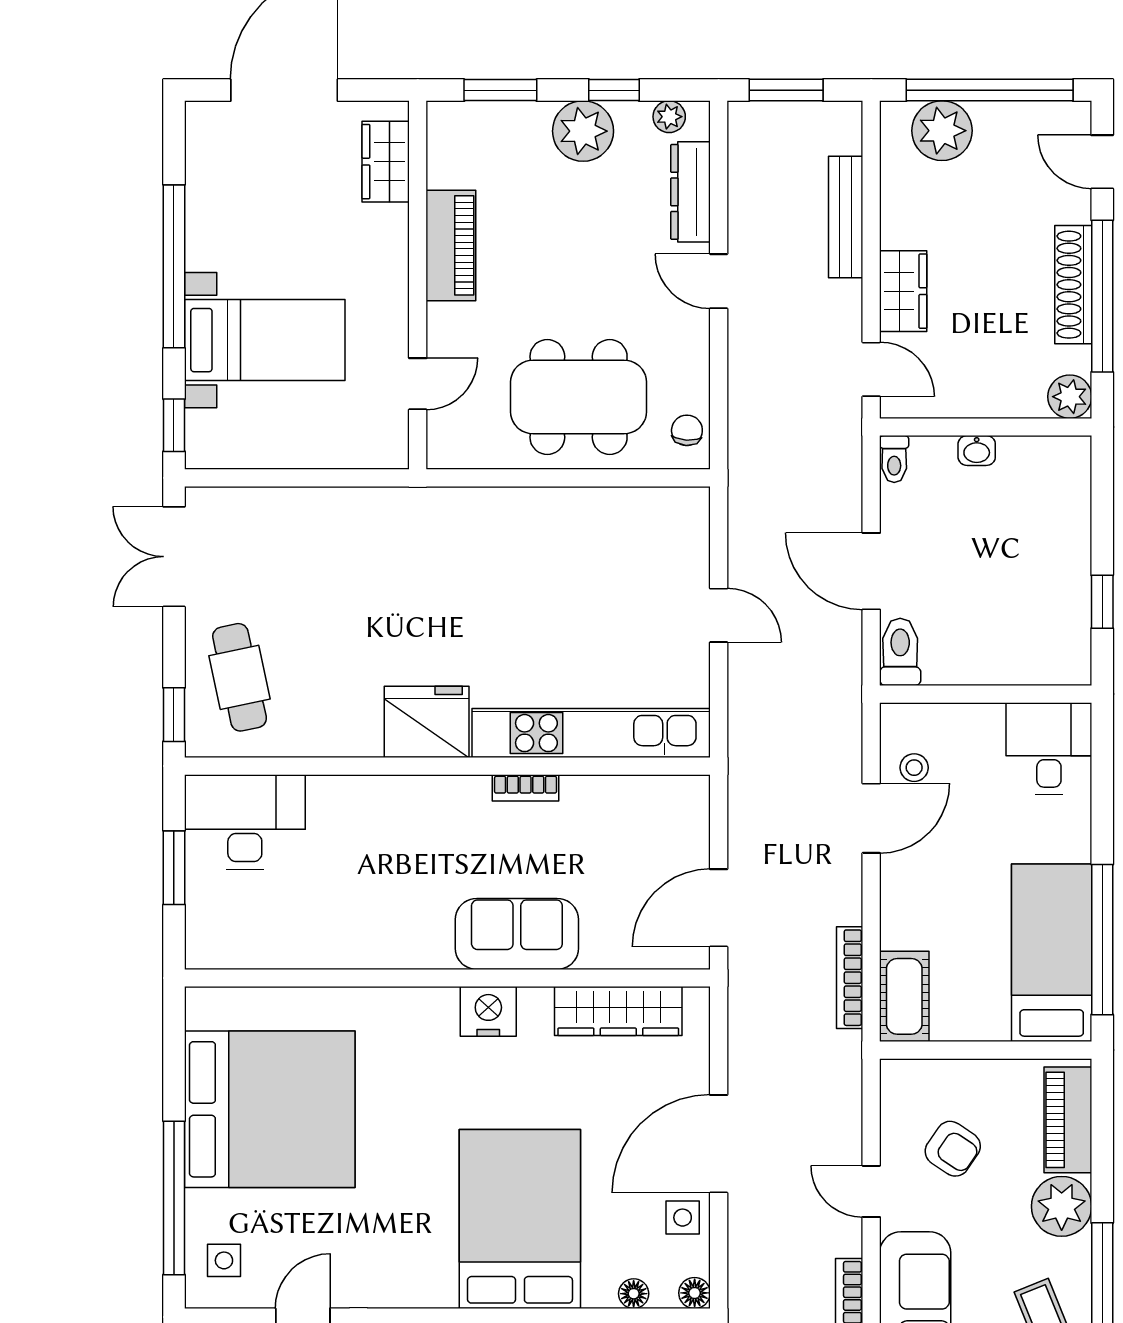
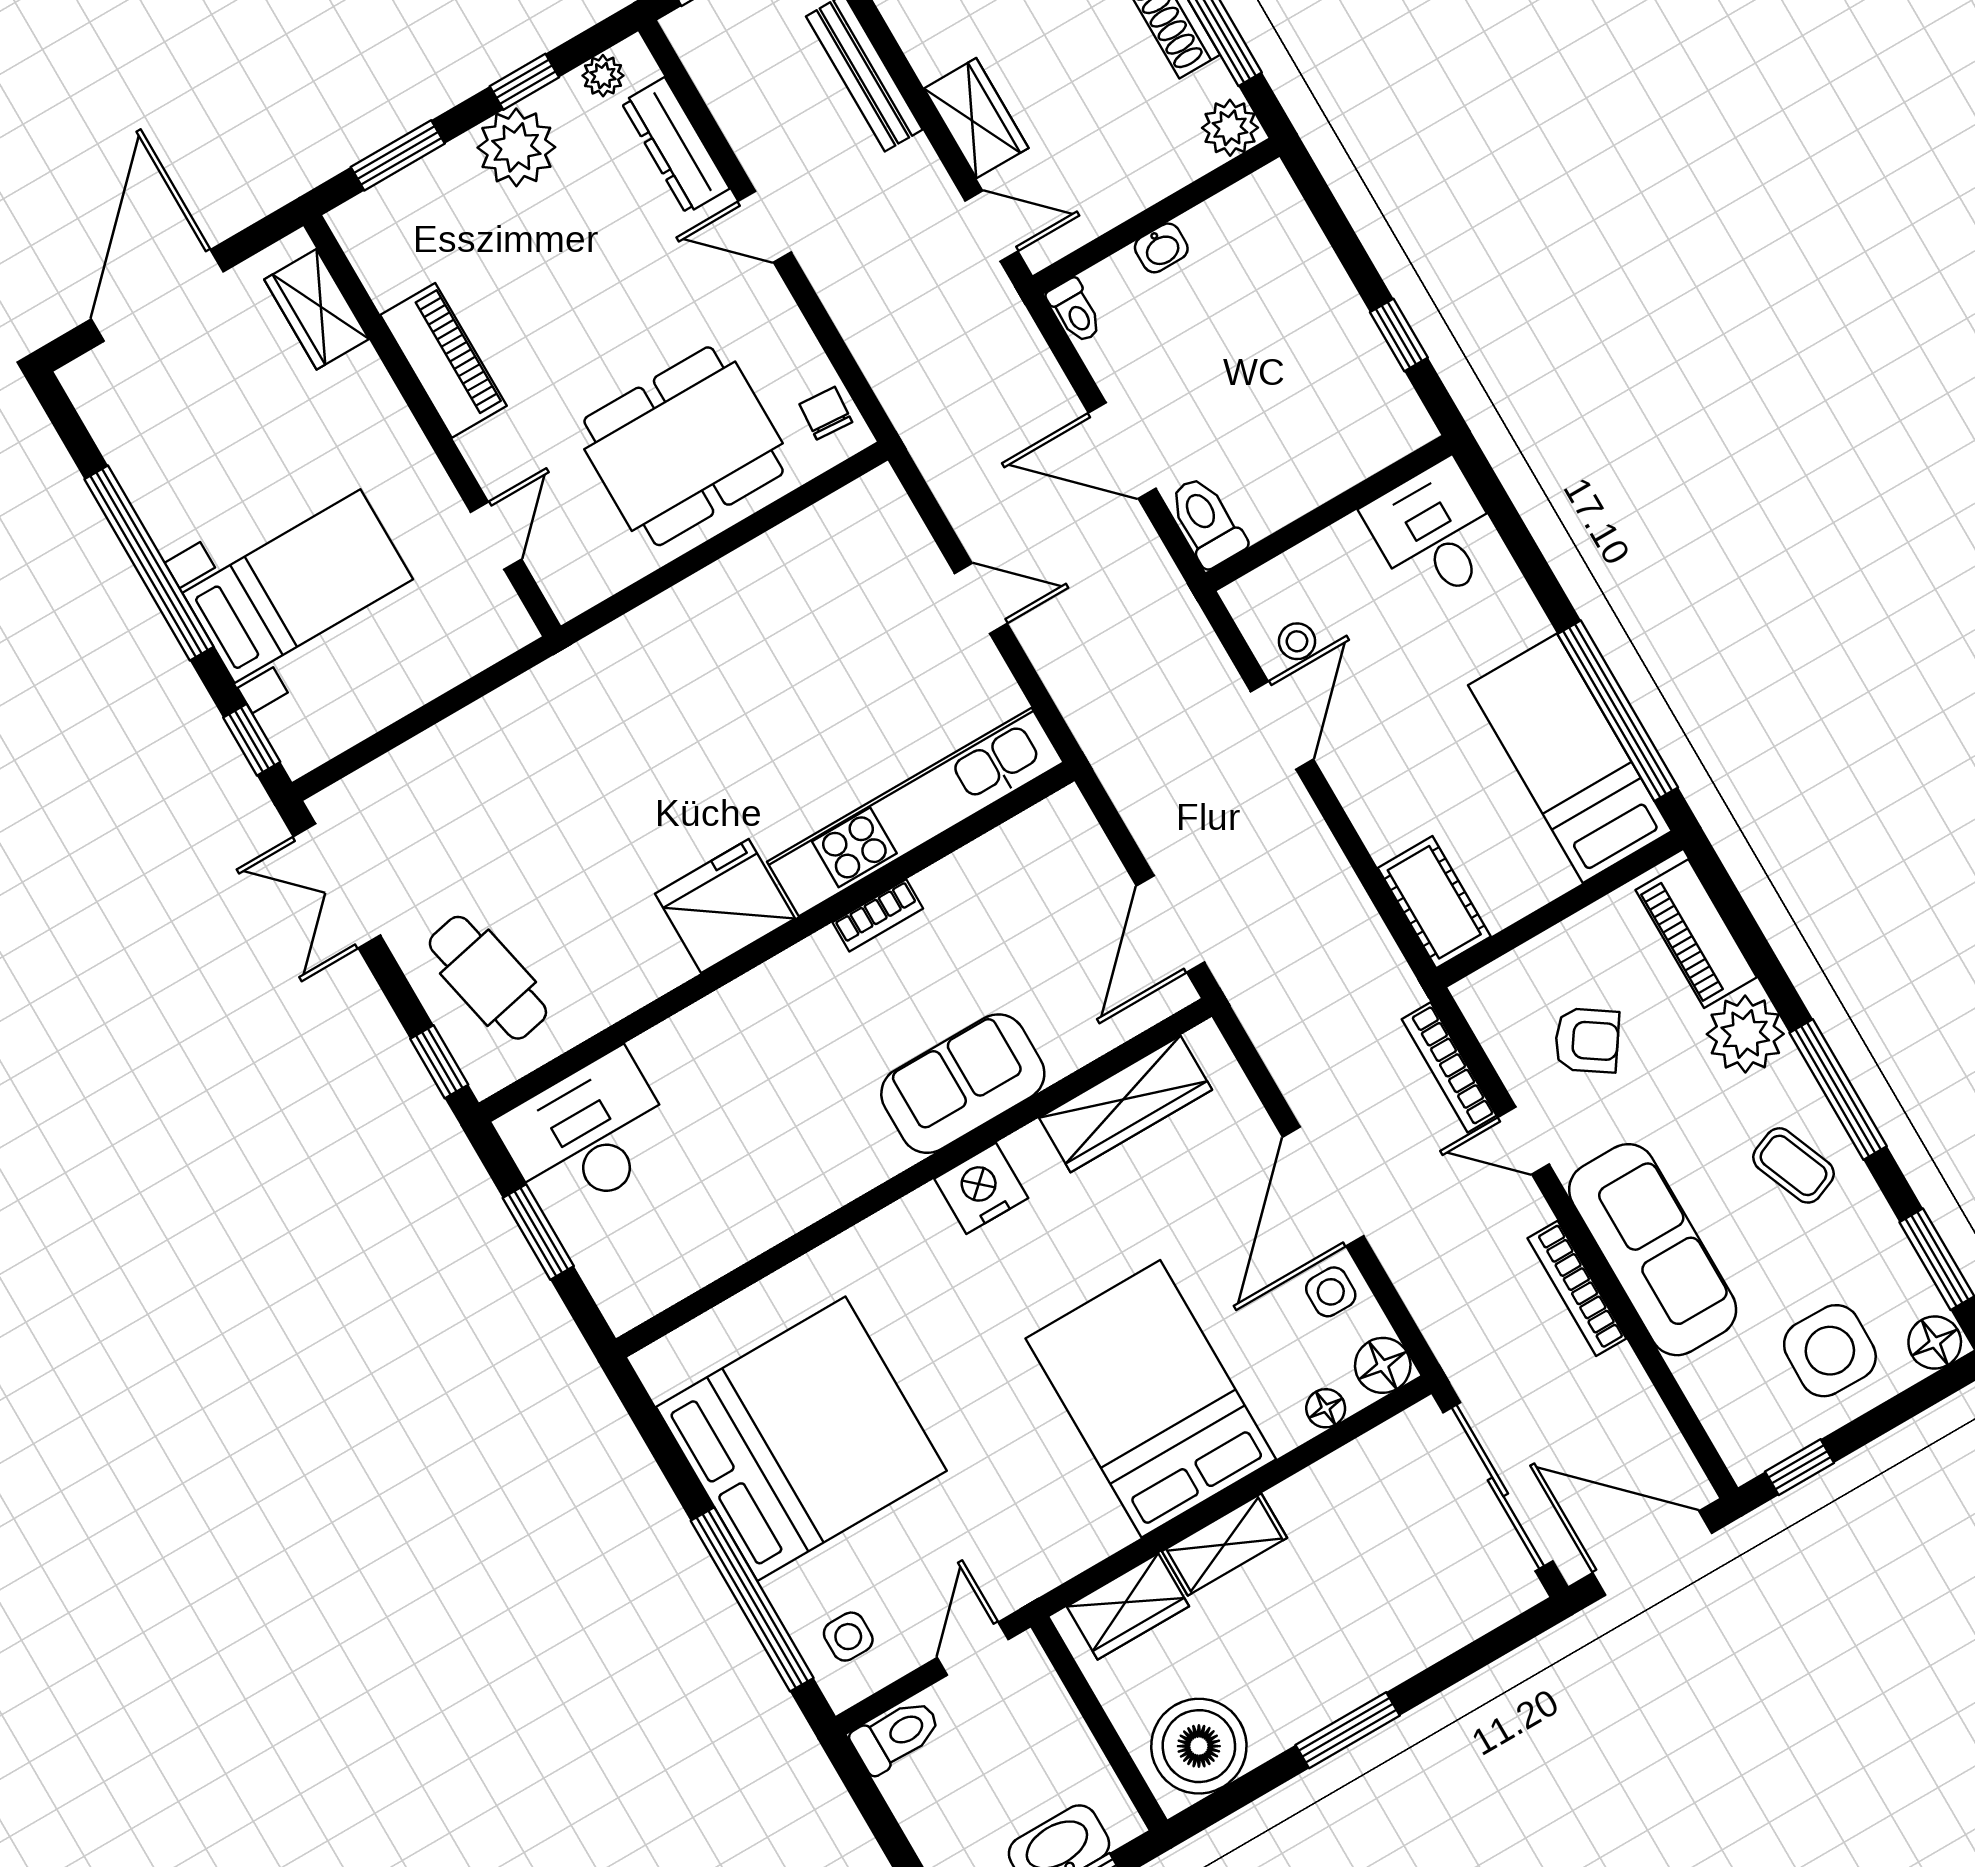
bookcase: (850, 978) -> (1449, 1067), moved
floor lamp: (695, 1293) -> (1383, 1365), width x1.37, depth x1.37

